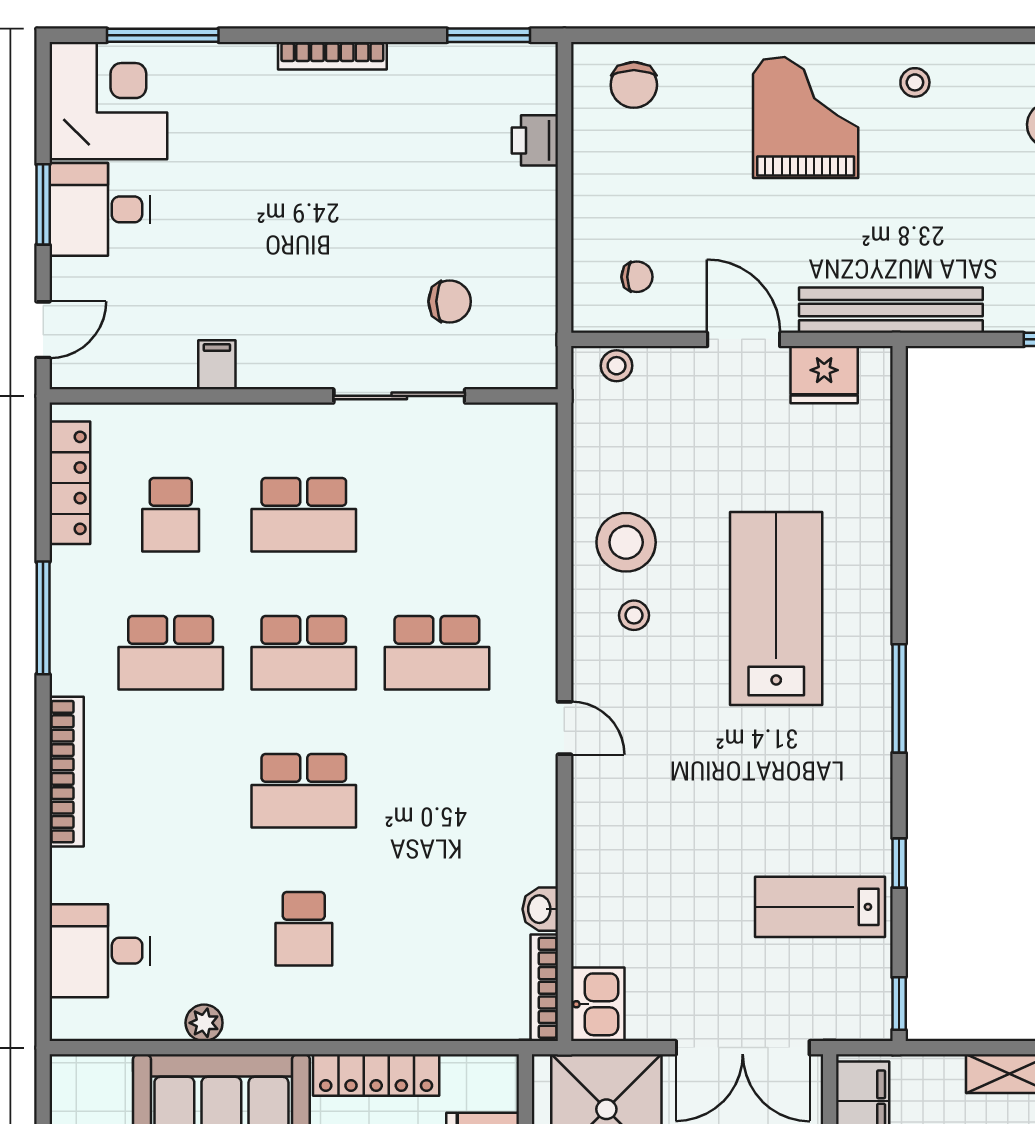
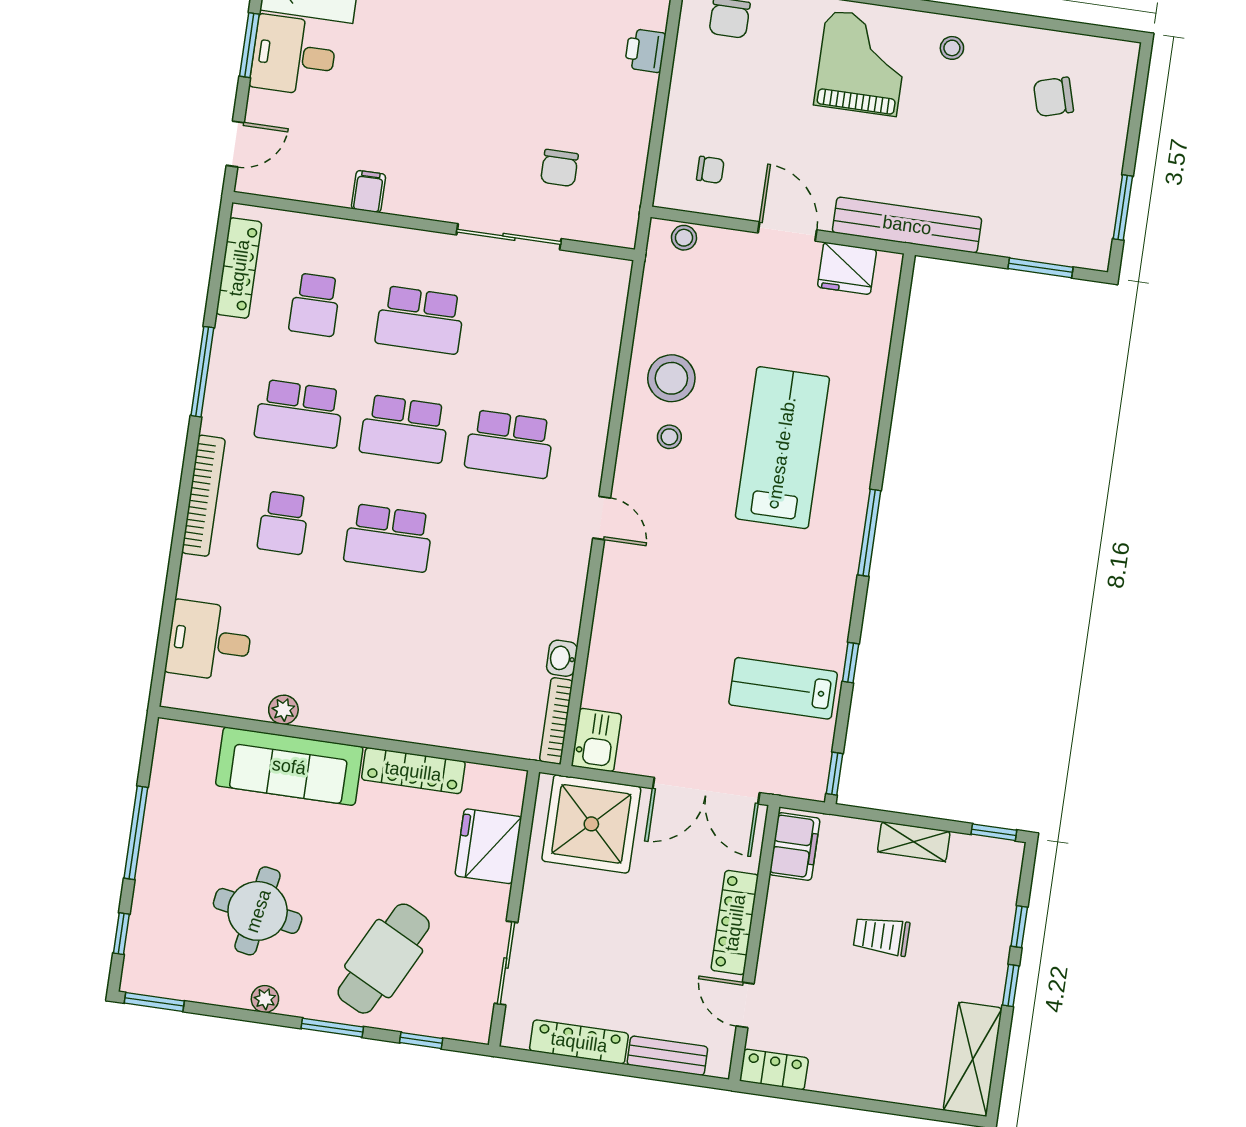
chair: (450, 301) -> (559, 168), turned 90
school desk: (304, 929) -> (283, 523), moved

